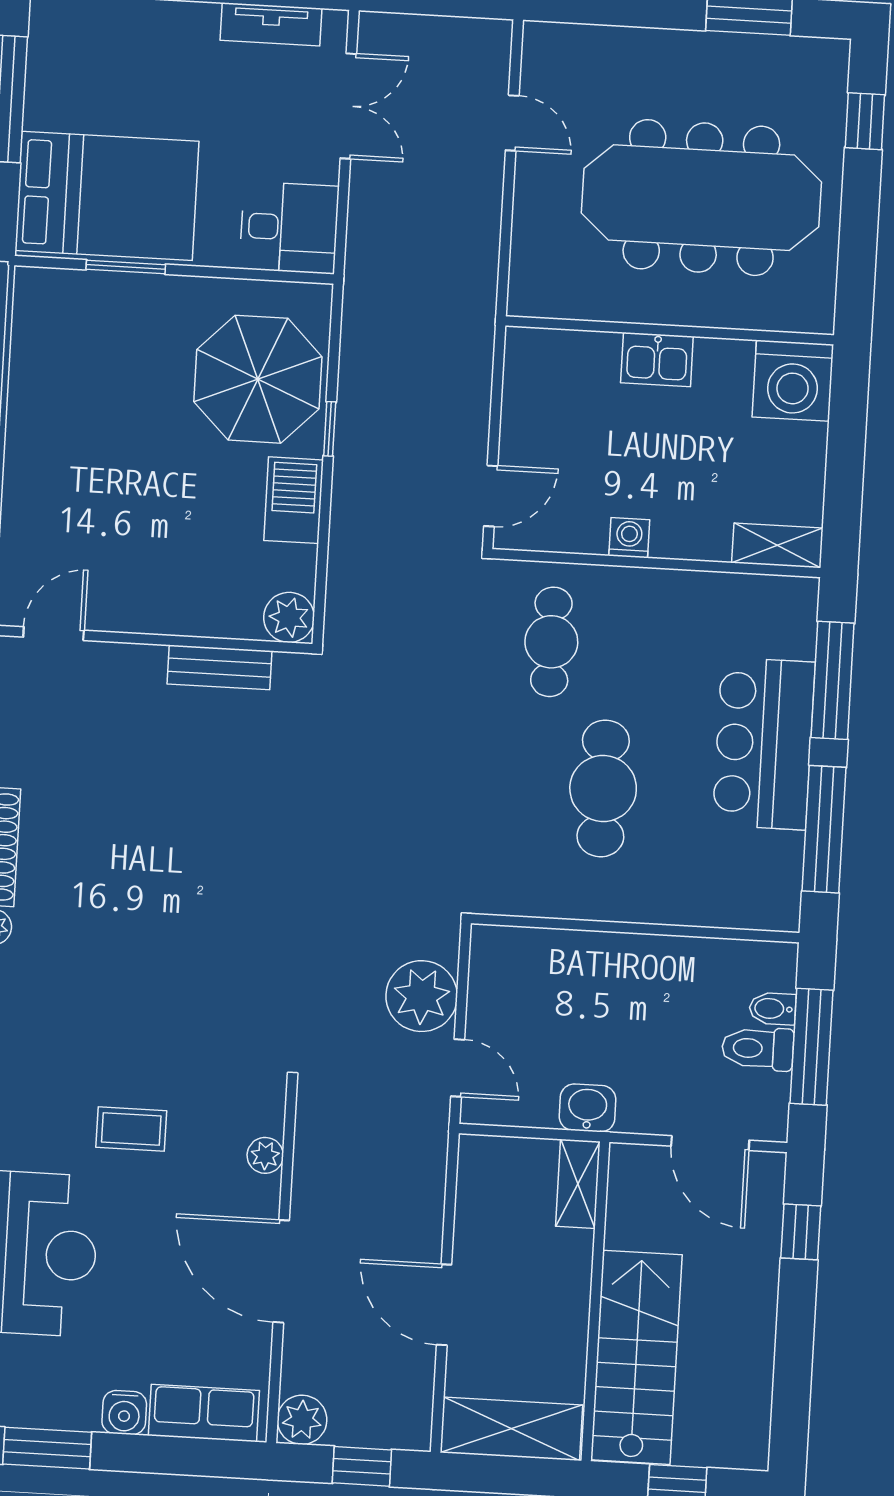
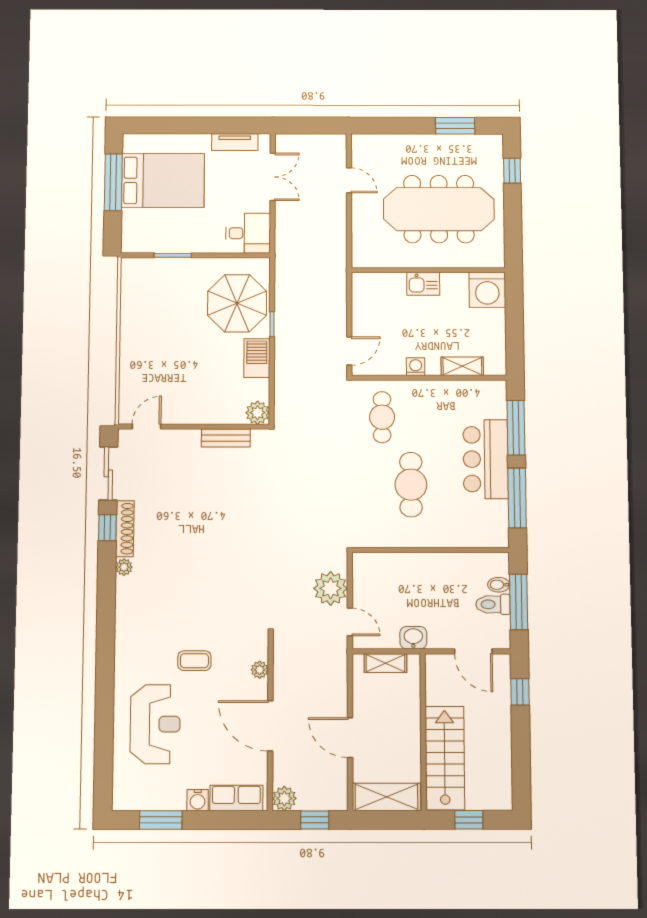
bed: (107, 196) -> (163, 180), moved
shelving: (777, 545) -> (462, 366), moved
shelving: (578, 1184) -> (386, 663), moved, turned 90

